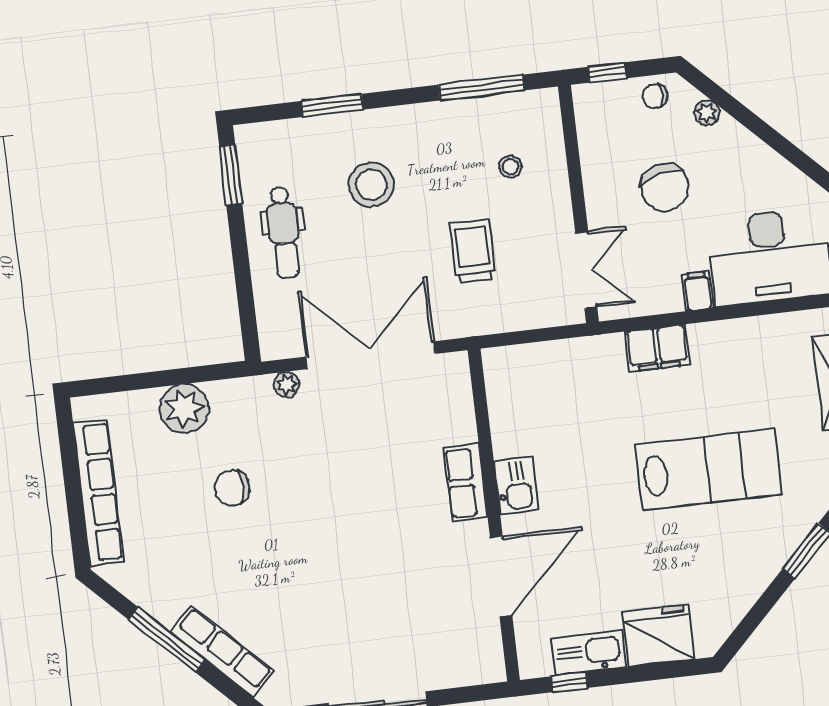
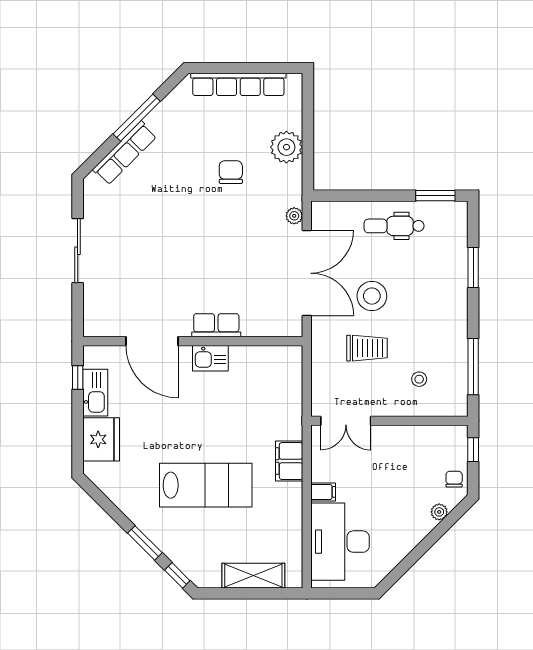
stool: (371, 185) -> (372, 296), moved
chair: (665, 188) -> (394, 478), removed
lab bench: (709, 470) -> (206, 485), turned -90

